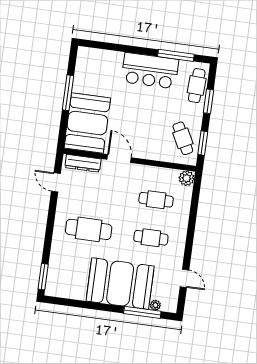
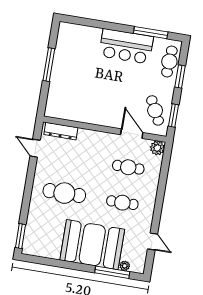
booth: (87, 123) -> (66, 94), removed
door: (119, 158) -> (132, 134), moved

